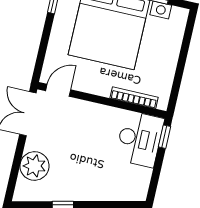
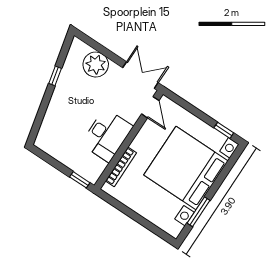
desk: (140, 139) -> (107, 135), moved, turned -90

